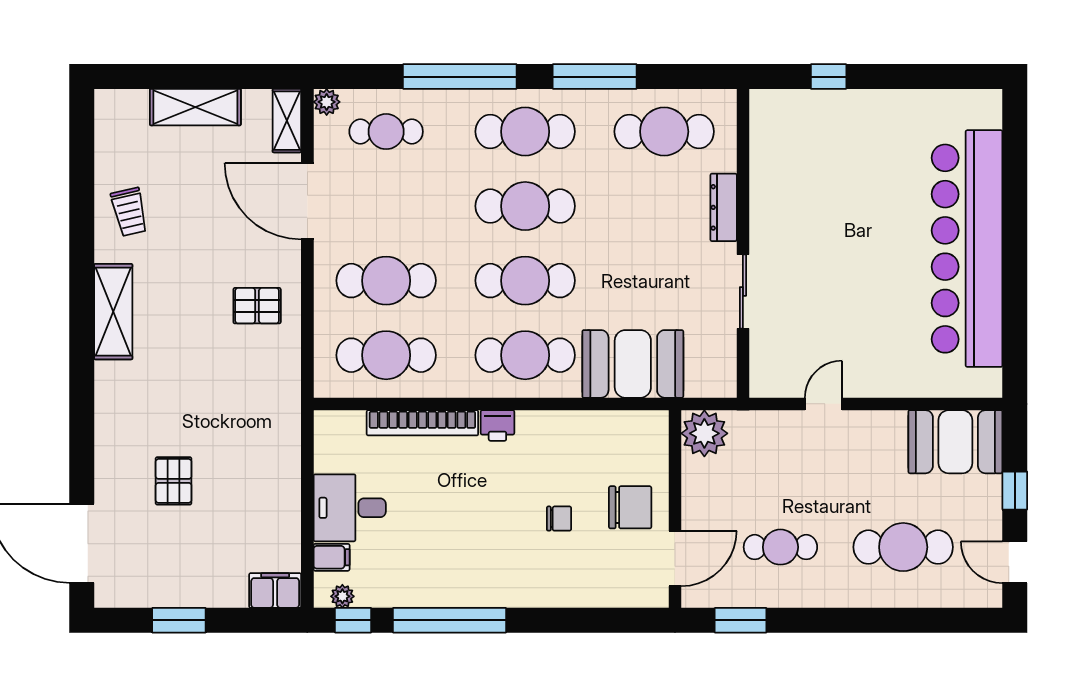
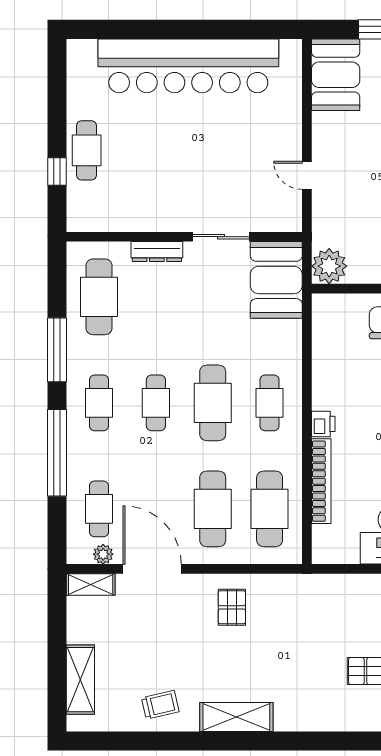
plant: (327, 102) -> (103, 554), moved
shelving: (195, 107) -> (80, 680), moved
cafe table: (856, 115) -> (87, 150), added
cafe table: (525, 132) -> (99, 403), width x0.73, depth x0.74
door: (307, 201) -> (152, 569), swing flipped
cafe table: (525, 206) -> (156, 403), width x0.73, depth x0.74
cafe table: (525, 355) -> (270, 403), width x0.73, depth x0.74
booth: (633, 364) -> (276, 280), moved

